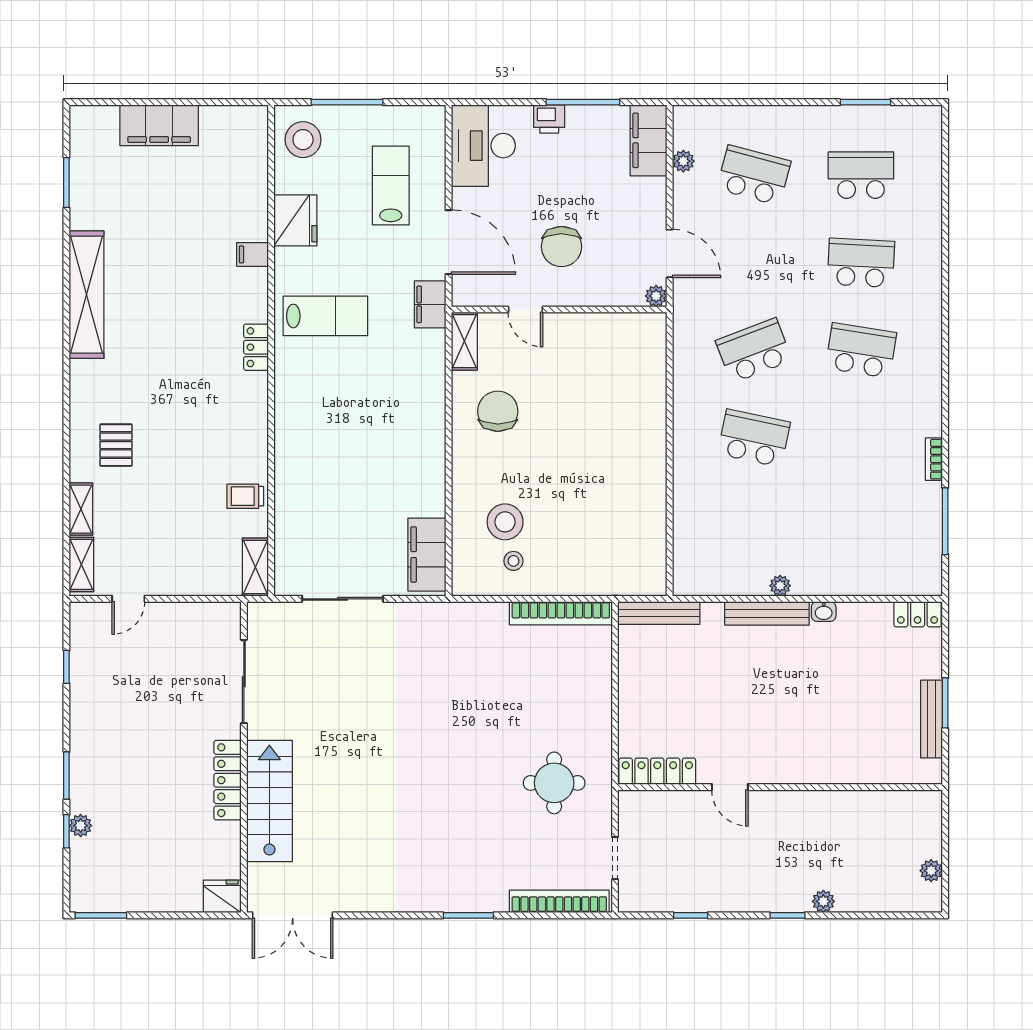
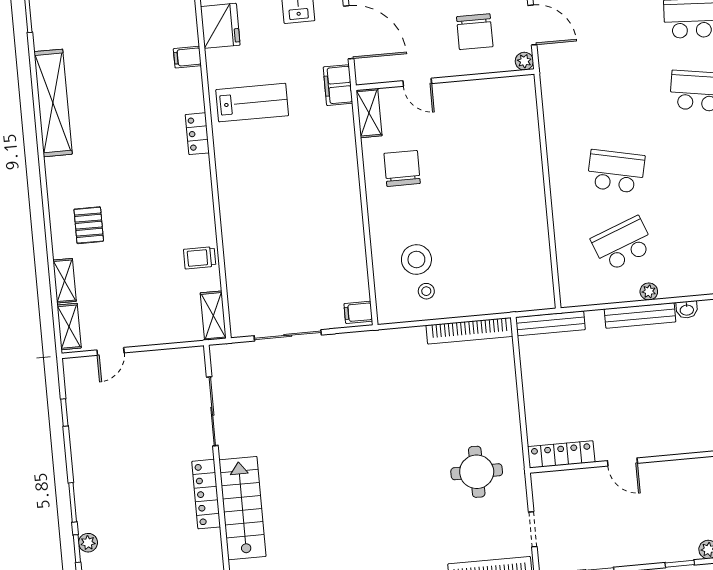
chair: (561, 247) -> (475, 32), moved
school desk: (754, 350) -> (623, 244), moved
filing cabinet: (427, 555) -> (358, 312), width x0.33, depth x0.86

